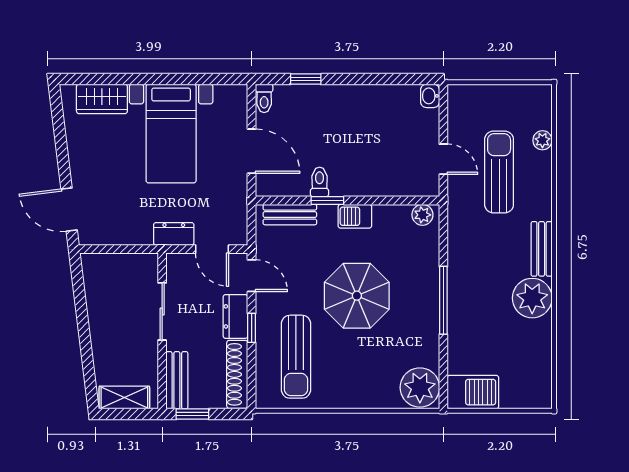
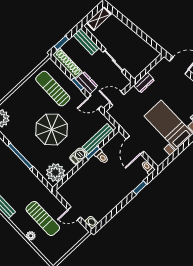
plant: (542, 140) -> (31, 236), moved
door: (252, 151) -> (135, 145), hinge flipped
door: (443, 159) -> (74, 213), moved
bench: (290, 215) -> (98, 139), width x1.36
plant: (422, 215) -> (55, 173), width x1.87, depth x1.87
dresser: (174, 234) -> (144, 83), moved
window: (192, 414) -> (61, 43), moved

